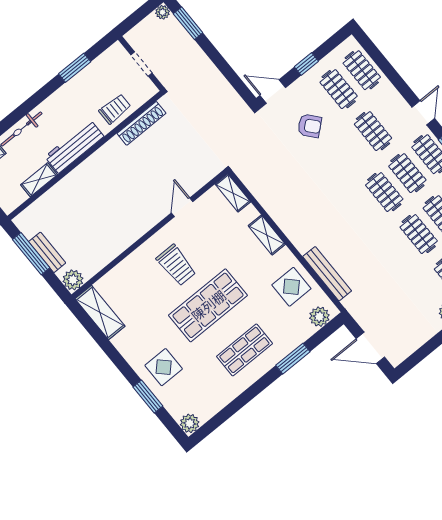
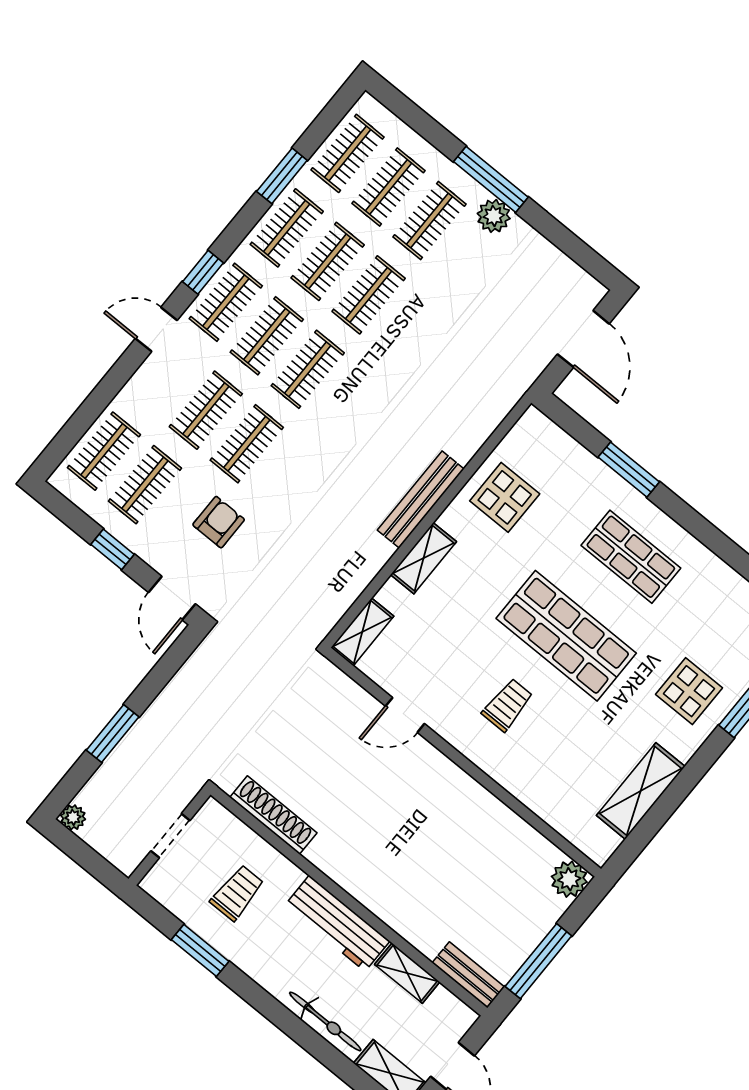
window: (188, 23) -> (113, 733), moved
trolley: (115, 109) -> (237, 893), moved, turned 90
armchair: (310, 126) -> (219, 522), turned 40
clothes rail: (350, 150) -> (247, 444), added
bench: (47, 252) -> (468, 975), moved, turned 90
trolley: (176, 265) -> (508, 705), width x0.73, depth x0.72
bench: (327, 274) -> (421, 500), moved
shelving: (100, 312) -> (641, 791), moved
plant: (319, 317) -> (547, 438), removed

